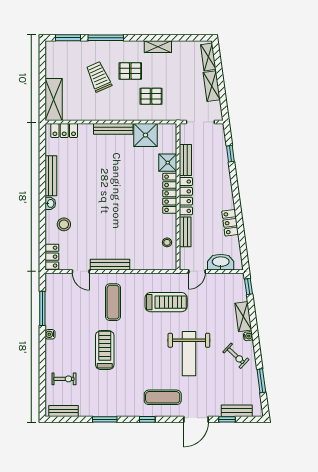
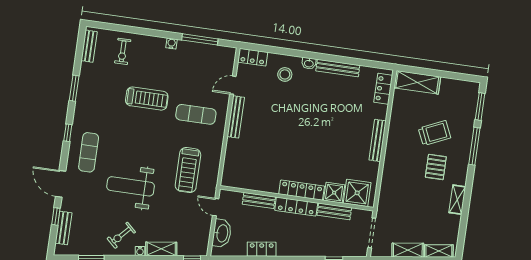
pallet: (151, 96) -> (406, 185), removed
shower: (145, 135) -> (357, 193), moved
stool: (167, 242) -> (250, 180), removed

